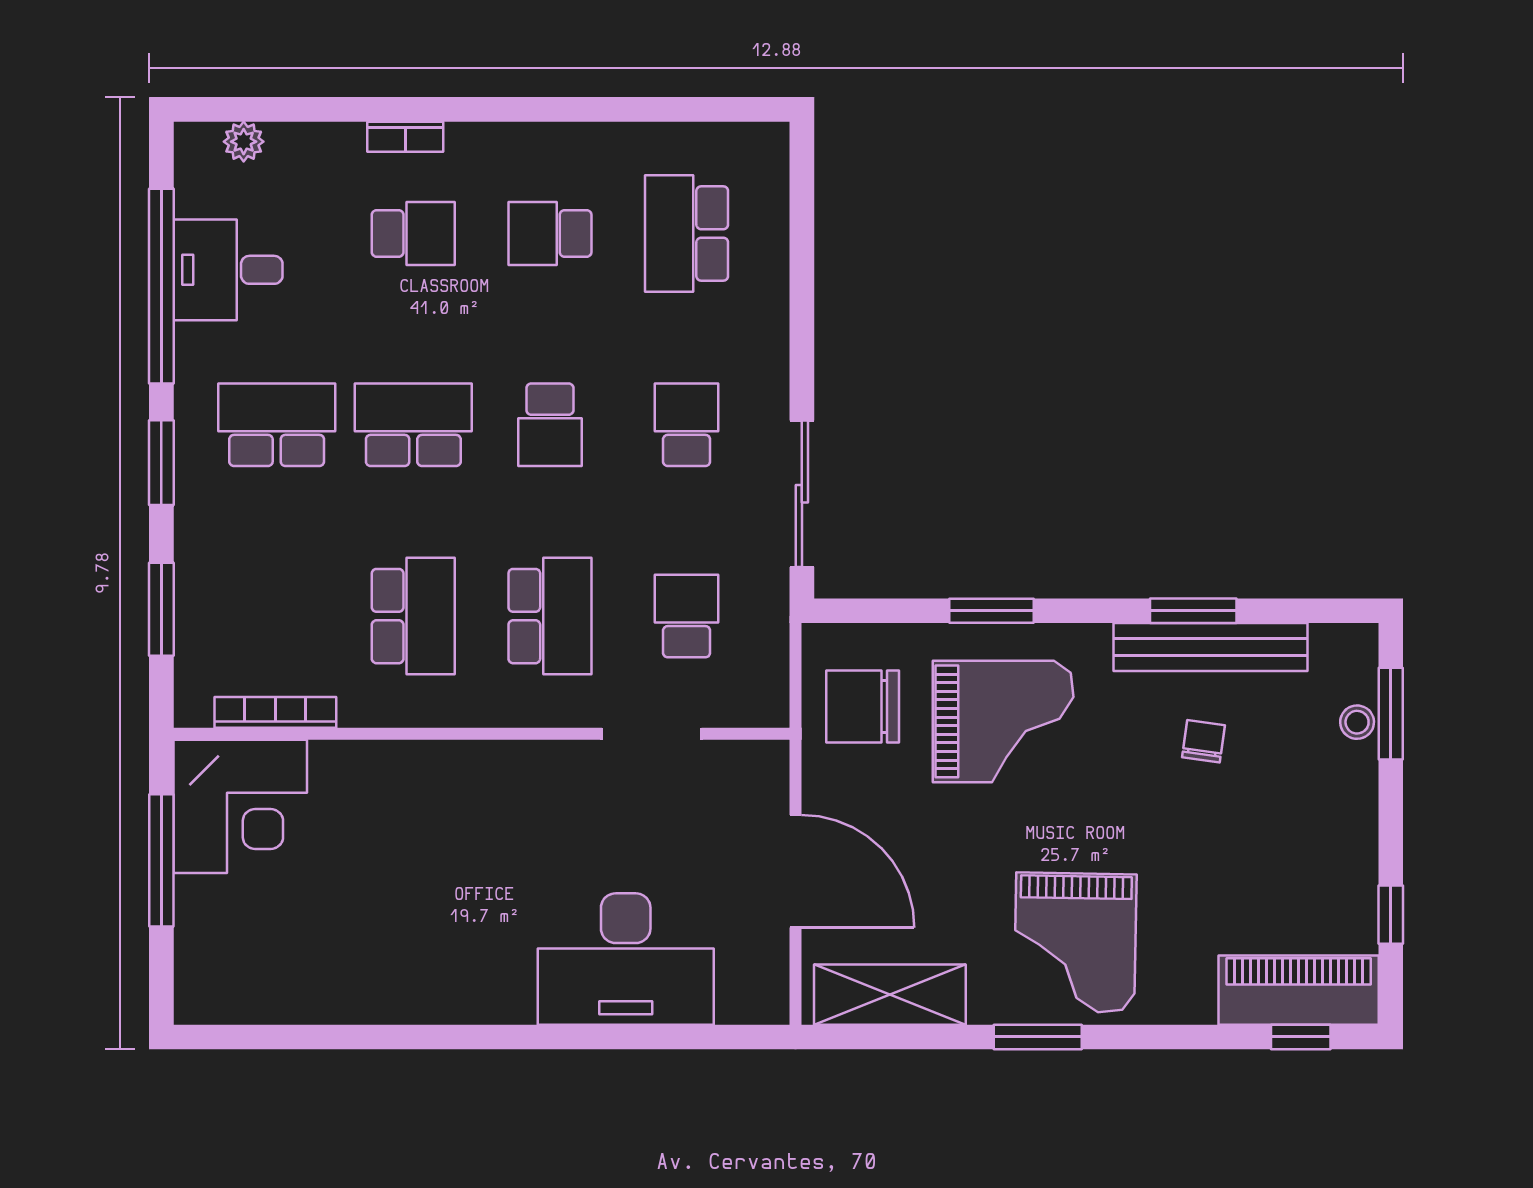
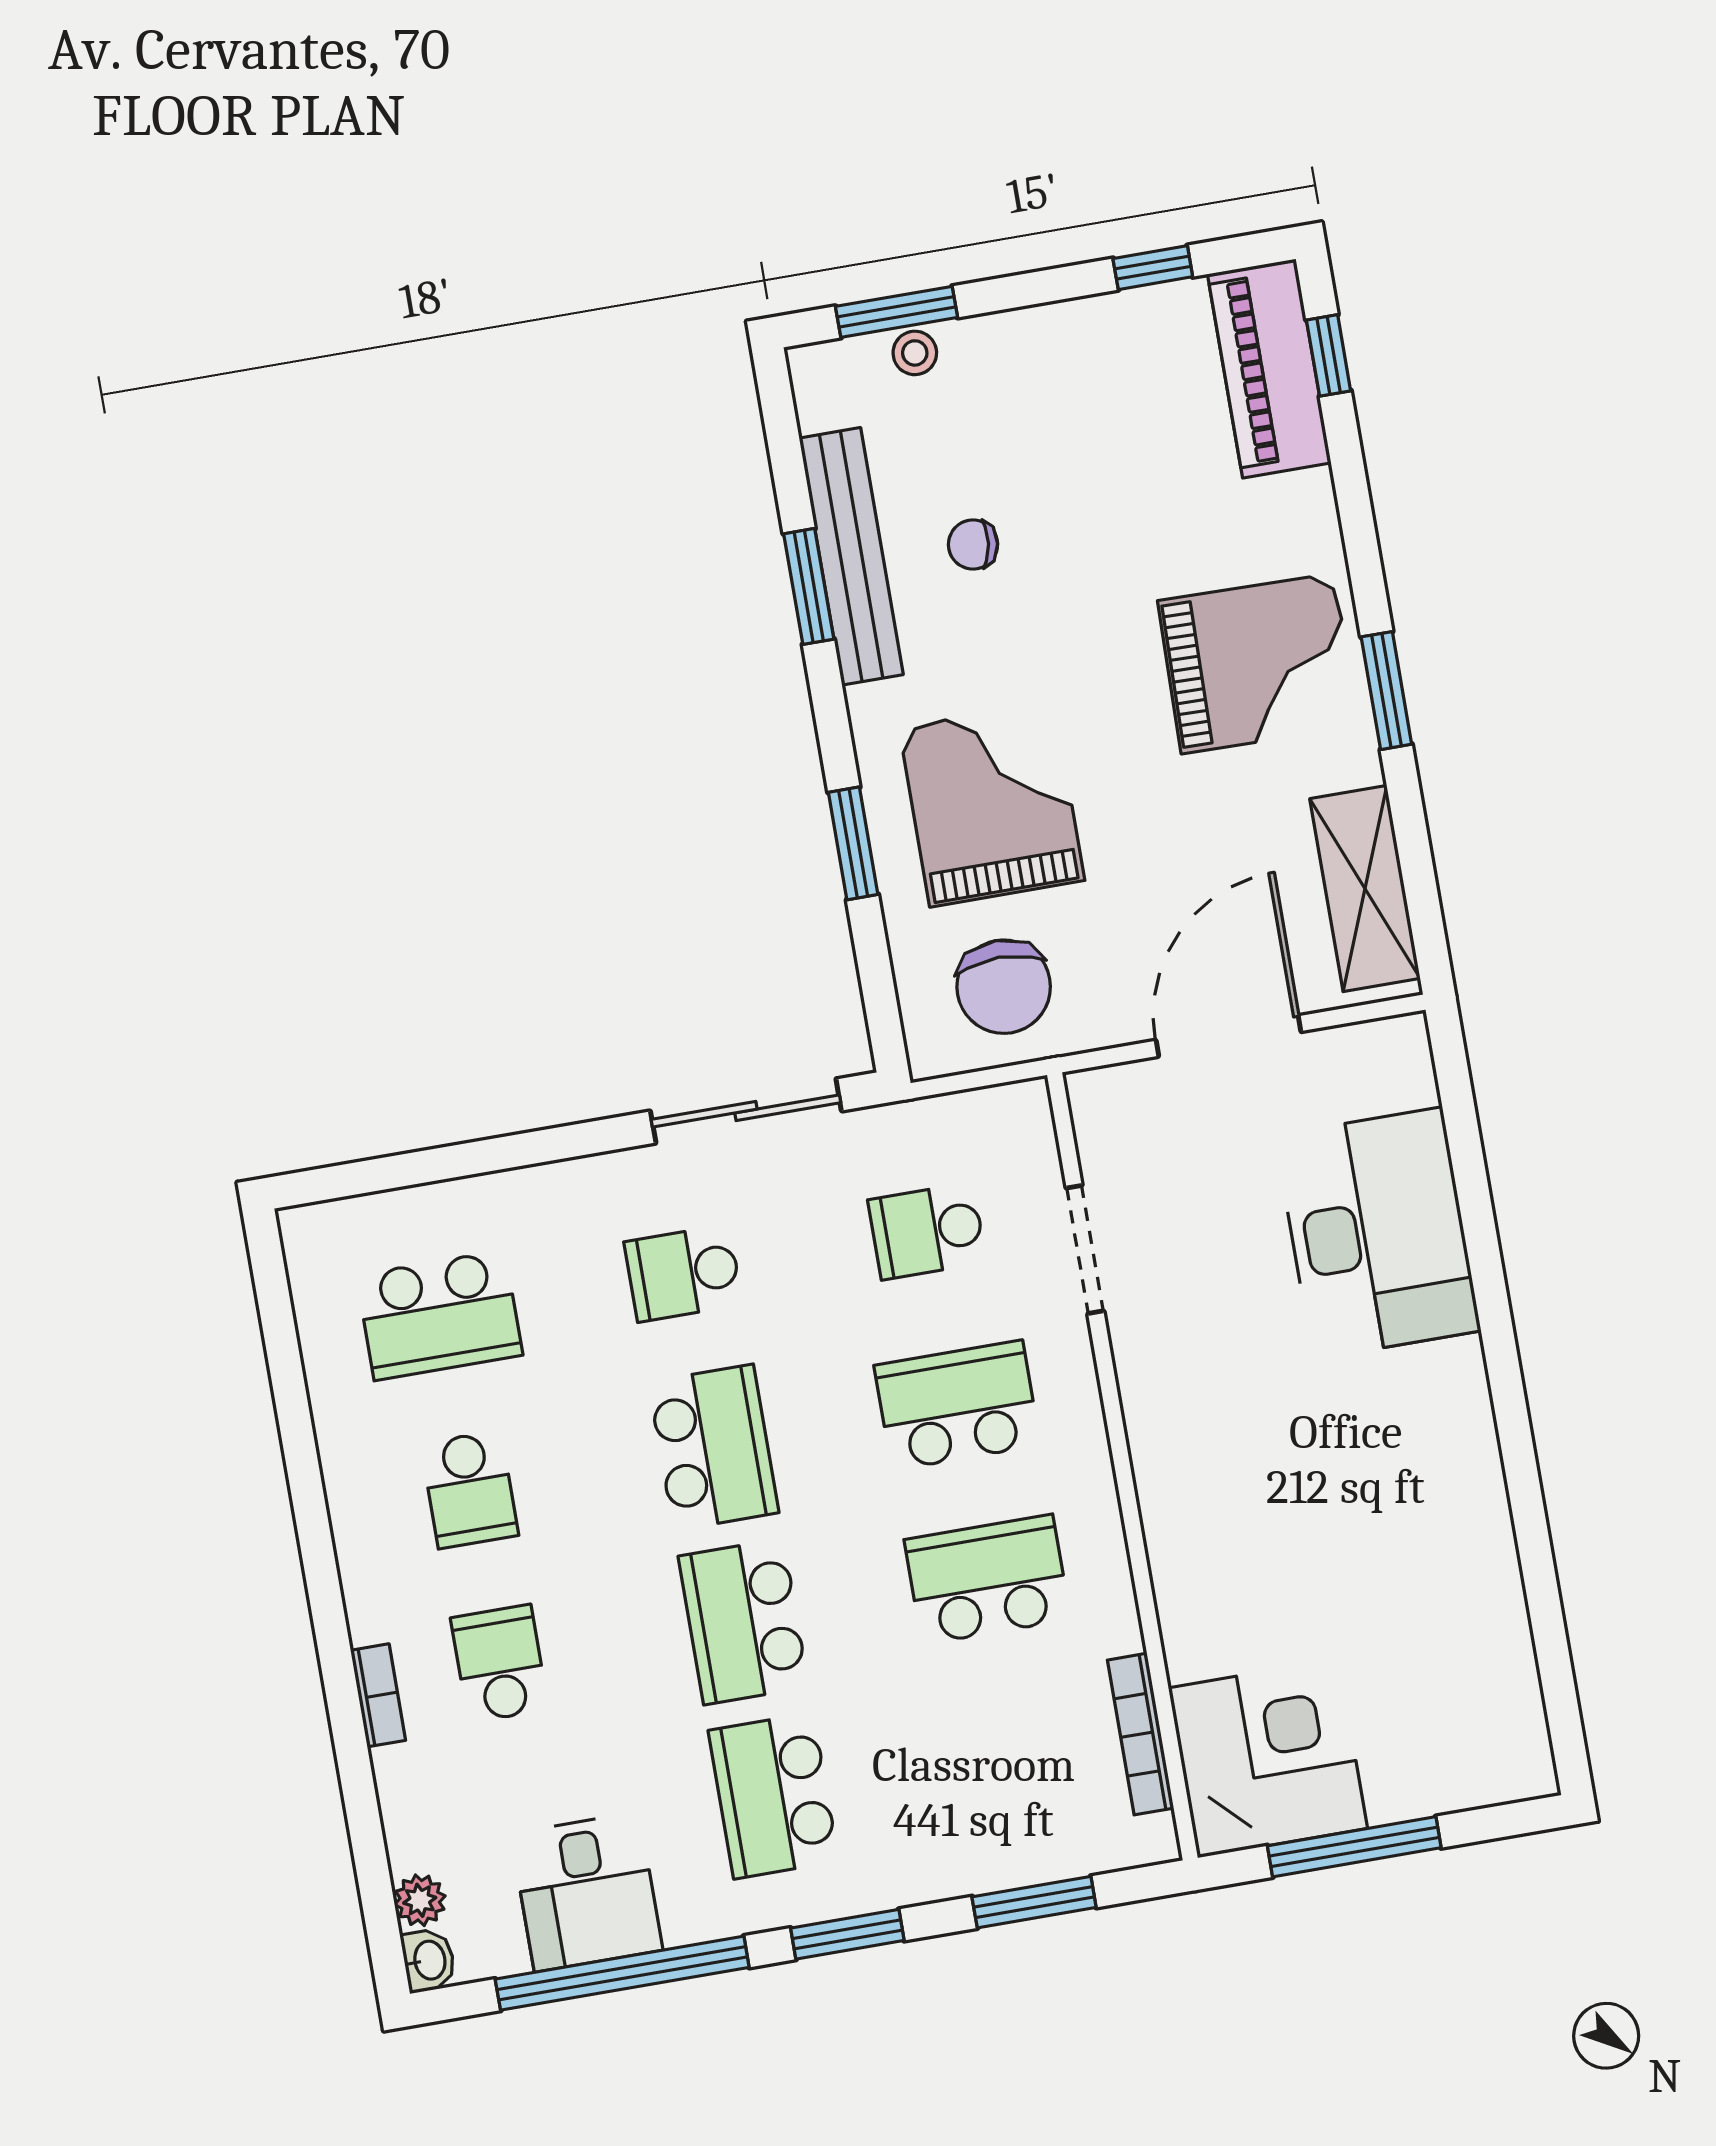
washbasin: (197, 140) -> (428, 1960), added
school desk: (550, 425) -> (713, 1447), width x1.85

